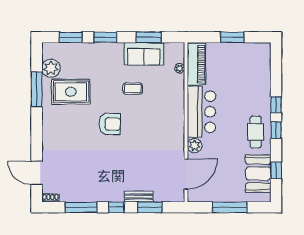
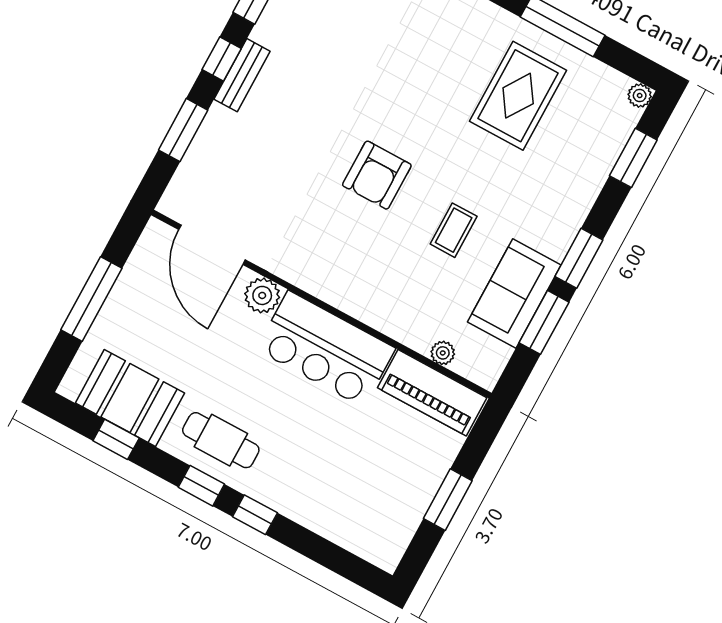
window: (105, 37) -> (579, 258), moved
plant: (51, 68) -> (640, 95), moved, width x0.53, depth x0.53
armchair: (110, 124) -> (377, 175), moved
bench: (139, 197) -> (242, 75), moved

